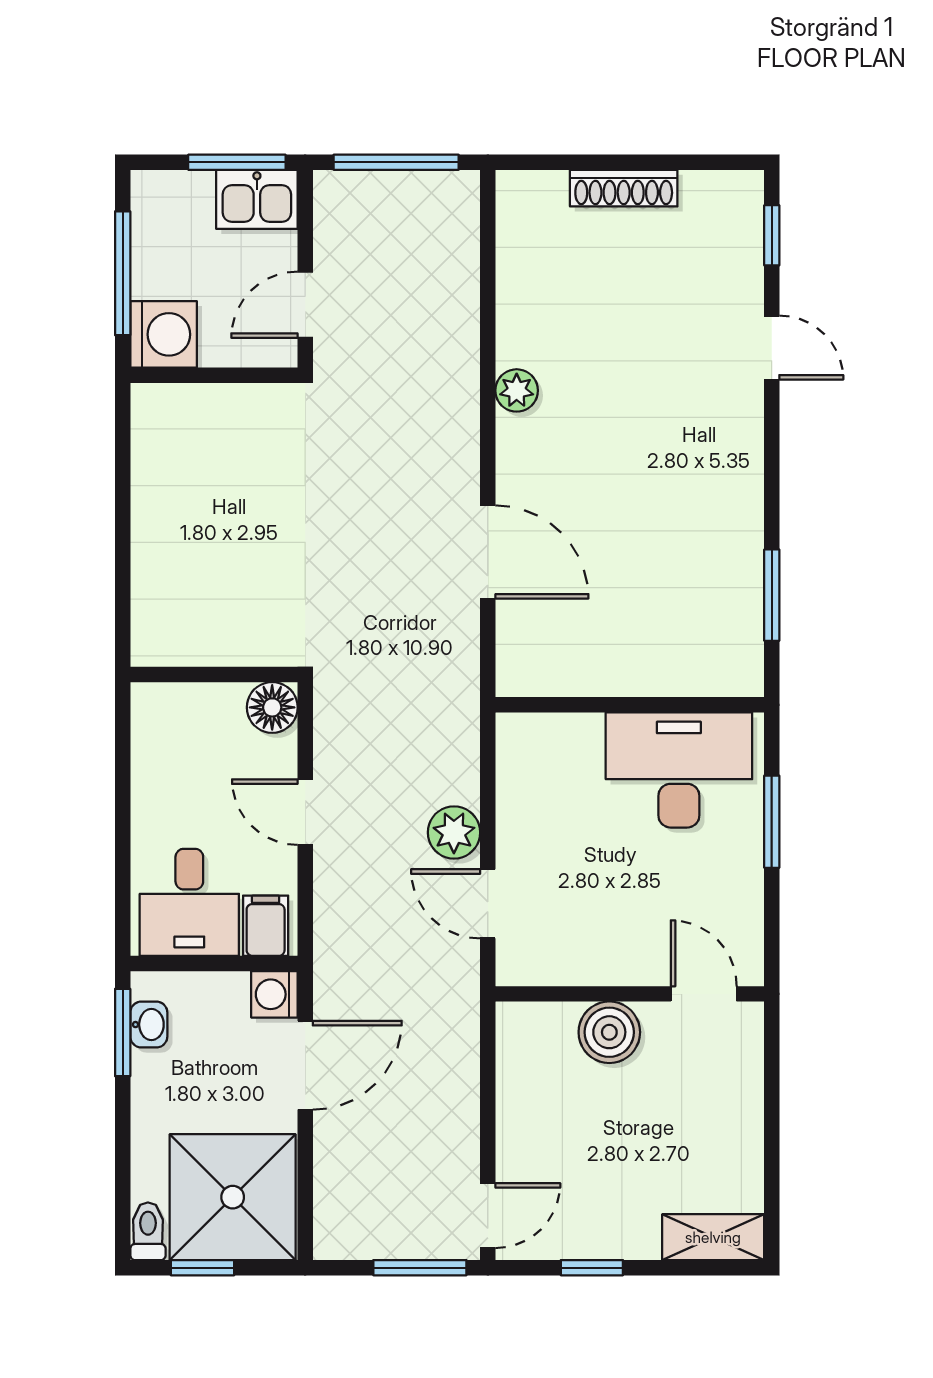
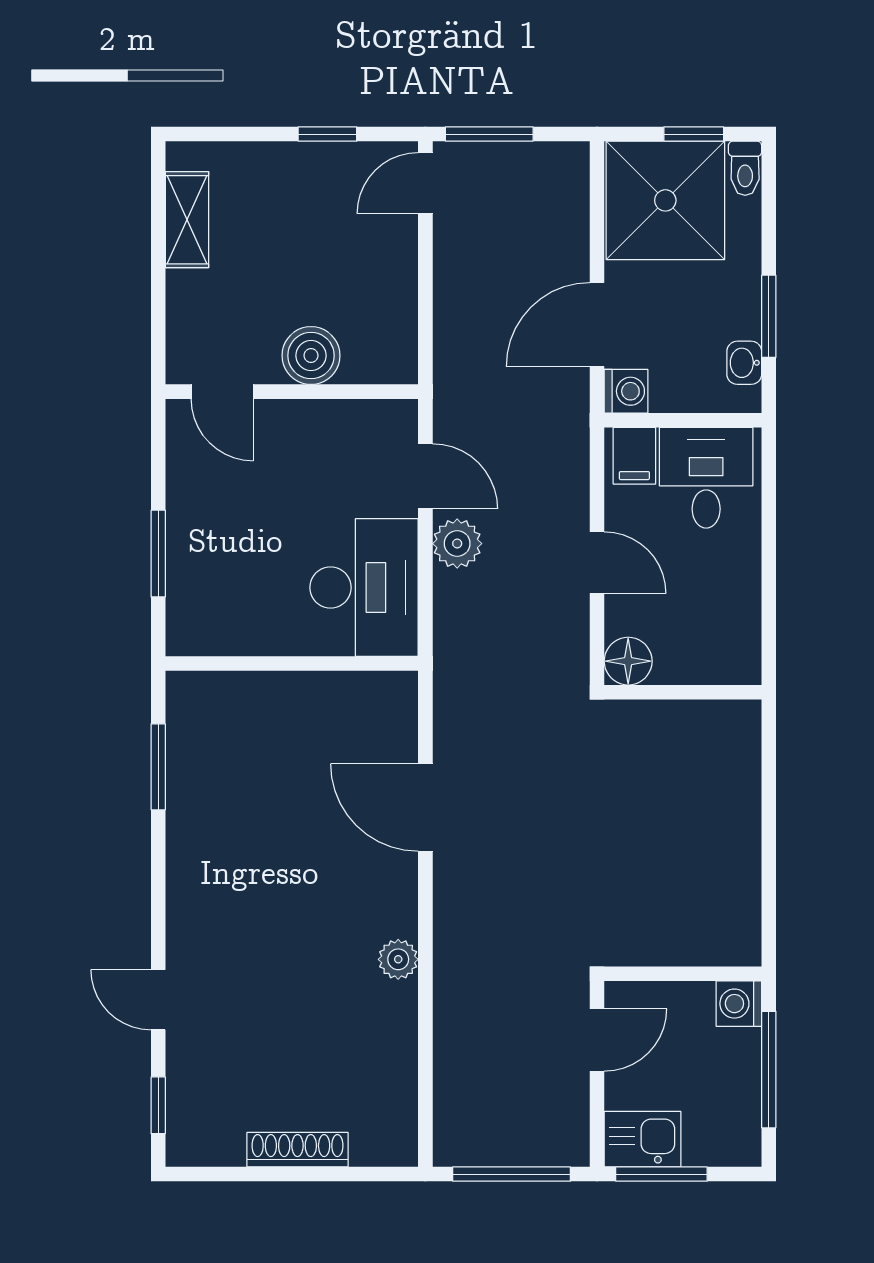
washing machine: (164, 334) -> (739, 1004), width x0.73, depth x0.73
desk: (679, 770) -> (364, 588), moved, turned -90
window: (123, 1032) -> (769, 316), moved
shelving: (713, 1237) -> (187, 220), moved, turned 90

